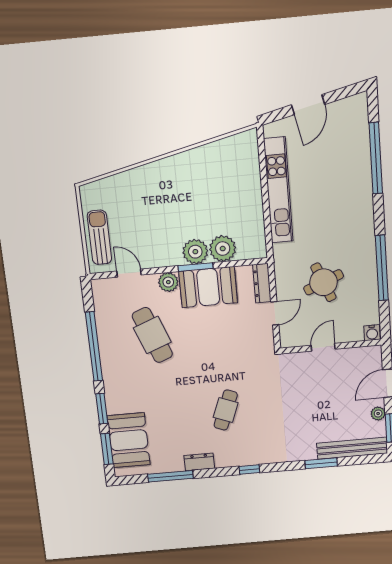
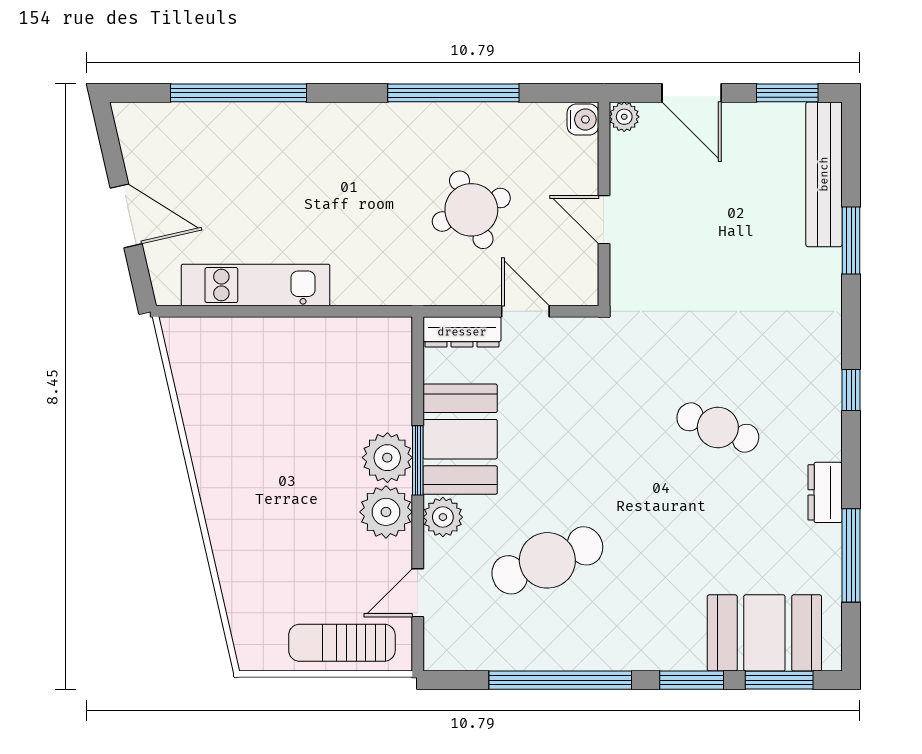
kitchen unit: (278, 190) -> (256, 285), width x0.73
plant: (223, 249) -> (386, 512), moved
plant: (378, 414) -> (624, 117), moved

